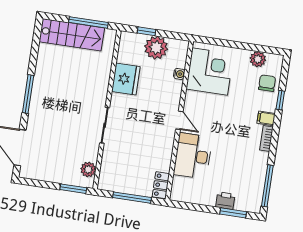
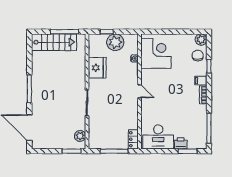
plant: (258, 59) -> (201, 40), moved
desk: (193, 156) -> (158, 137), moved, turned -90

